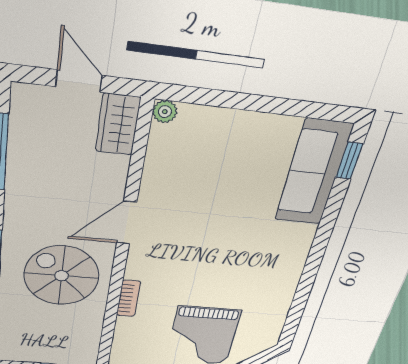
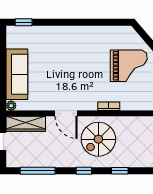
wardrobe: (118, 125) -> (26, 124), width x1.50
sofa: (313, 173) -> (17, 74), moved, turned -90

